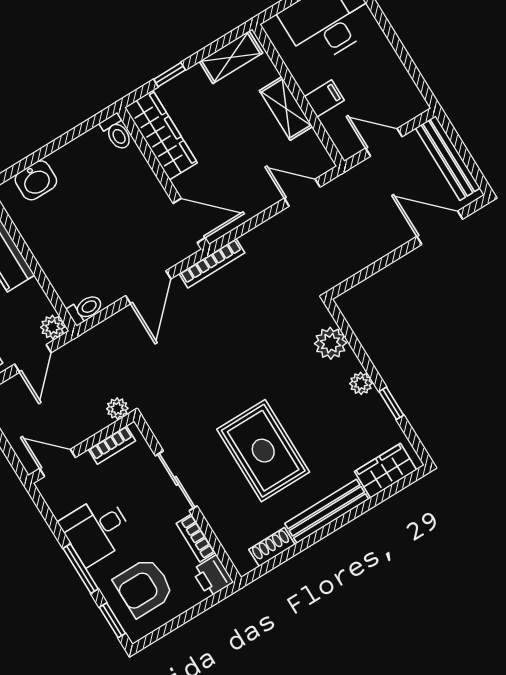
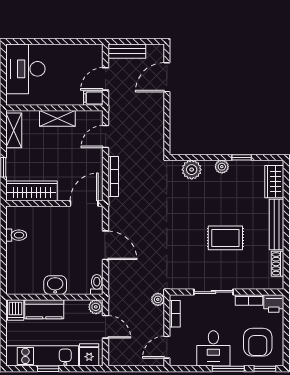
filing cabinet: (324, 98) -> (93, 98), moved, turned -90
toilet: (117, 132) -> (16, 235), moved
bench: (448, 158) -> (127, 51), width x0.73
washbasin: (36, 180) -> (55, 285), moved, turned -90
bookcase: (212, 263) -> (113, 177), moved
rug: (263, 451) -> (225, 238), width x0.73, depth x0.70

